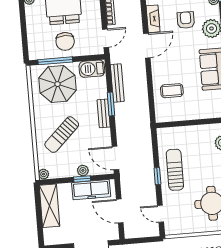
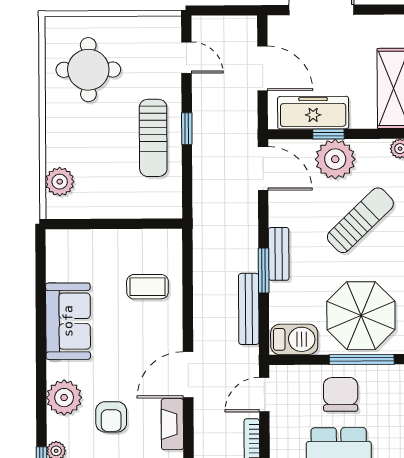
plant: (83, 170) -> (335, 159), width x1.87, depth x1.87

